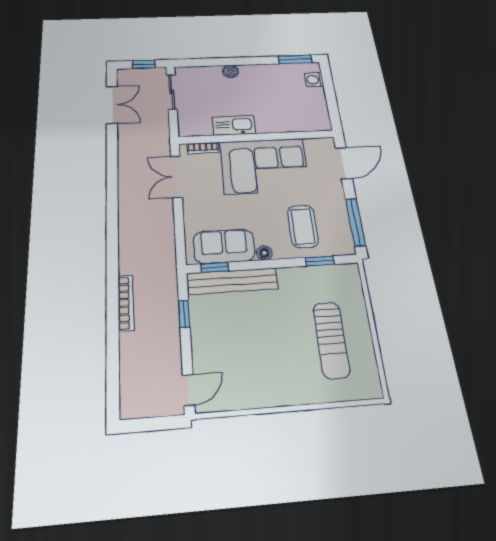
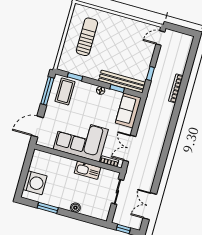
window: (295, 59) -> (48, 208), moved
washing machine: (314, 80) -> (35, 183), width x1.89, depth x1.89
sliding door: (172, 92) -> (117, 192), moved
double door: (176, 177) -> (130, 148), swing flipped
coffee table: (303, 226) -> (65, 91), moved
sofa: (224, 246) -> (128, 110), moved, turned 90
window: (215, 267) -> (117, 88), moved

